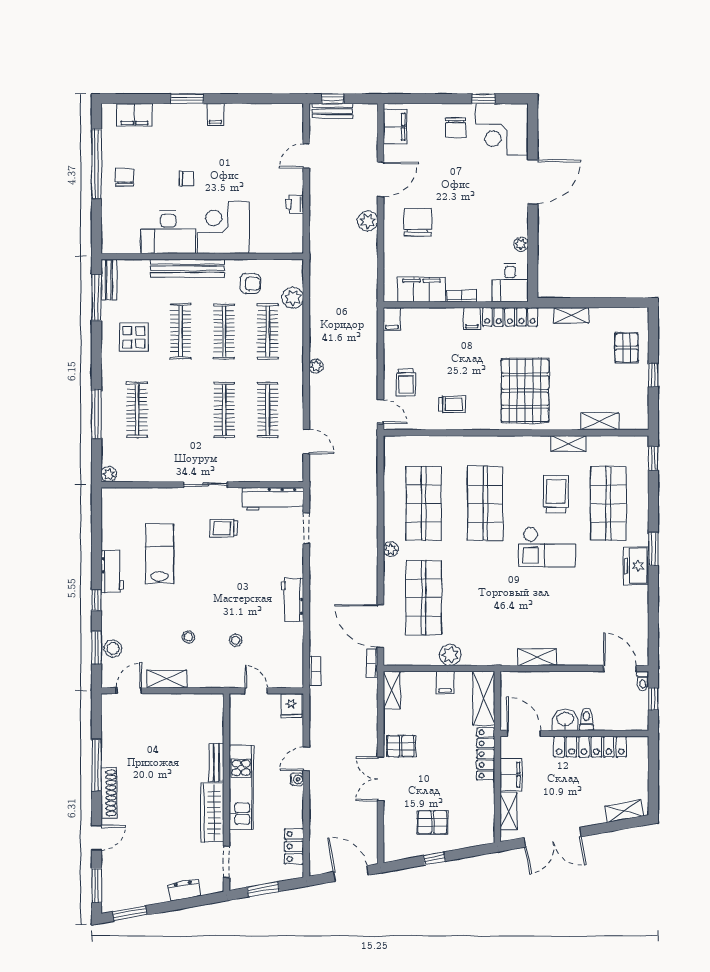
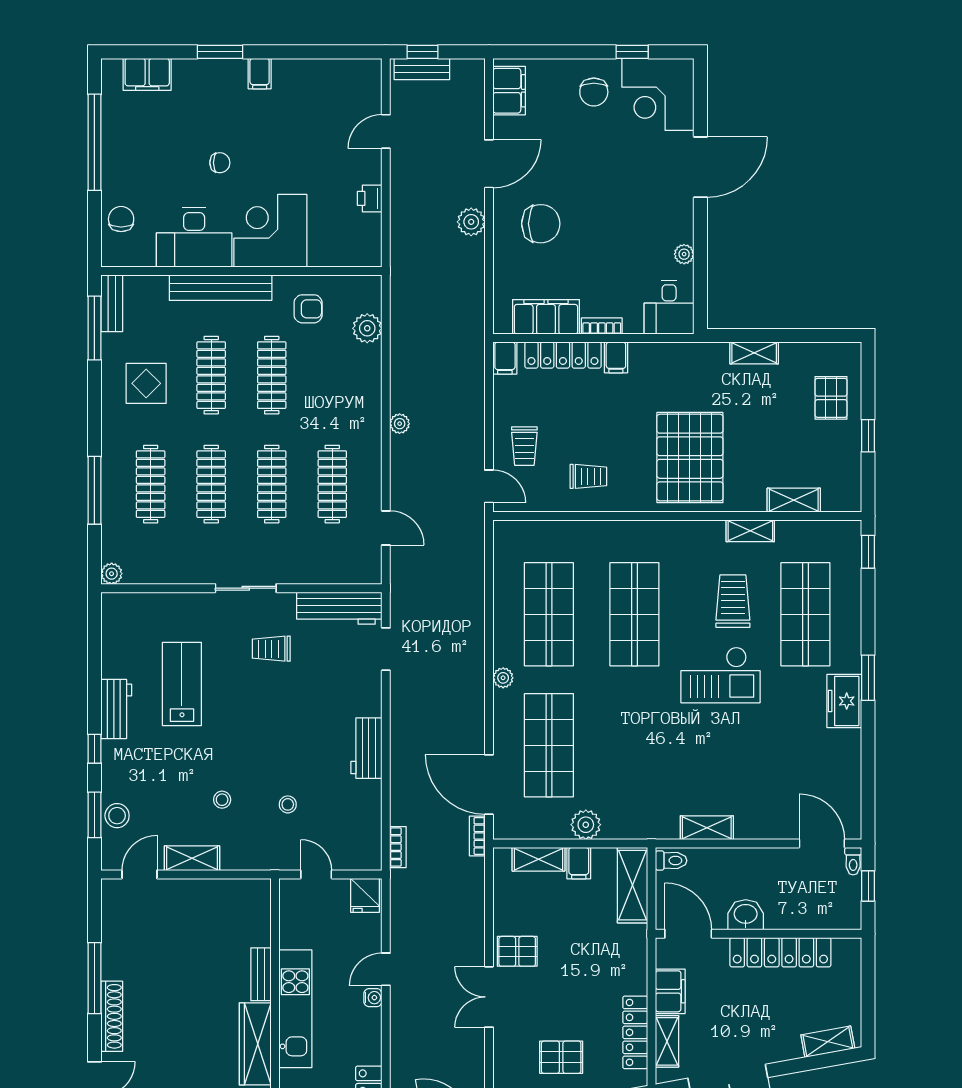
chair: (125, 177) -> (121, 219), moved
chair: (418, 222) -> (541, 224), turned 90
locker: (510, 317) -> (563, 355), moved
clothes rail: (268, 331) -> (211, 484), moved
shelving: (392, 690) -> (539, 859), moved, turned 90
toilet: (586, 719) -> (671, 861), moved, turned 90
locker: (486, 754) -> (635, 1032), moved

